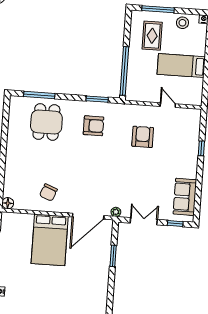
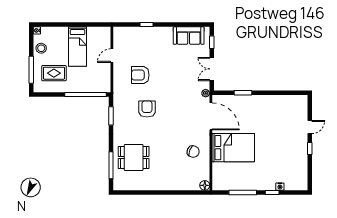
armchair: (93, 126) -> (147, 109), moved

